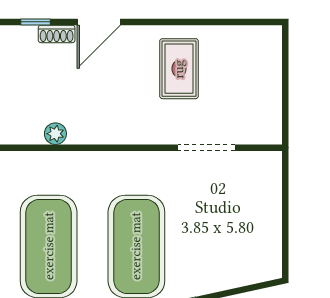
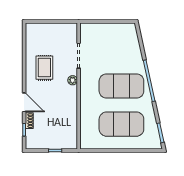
rug: (179, 69) -> (44, 68), turned 90
plant: (55, 134) -> (73, 80), moved

